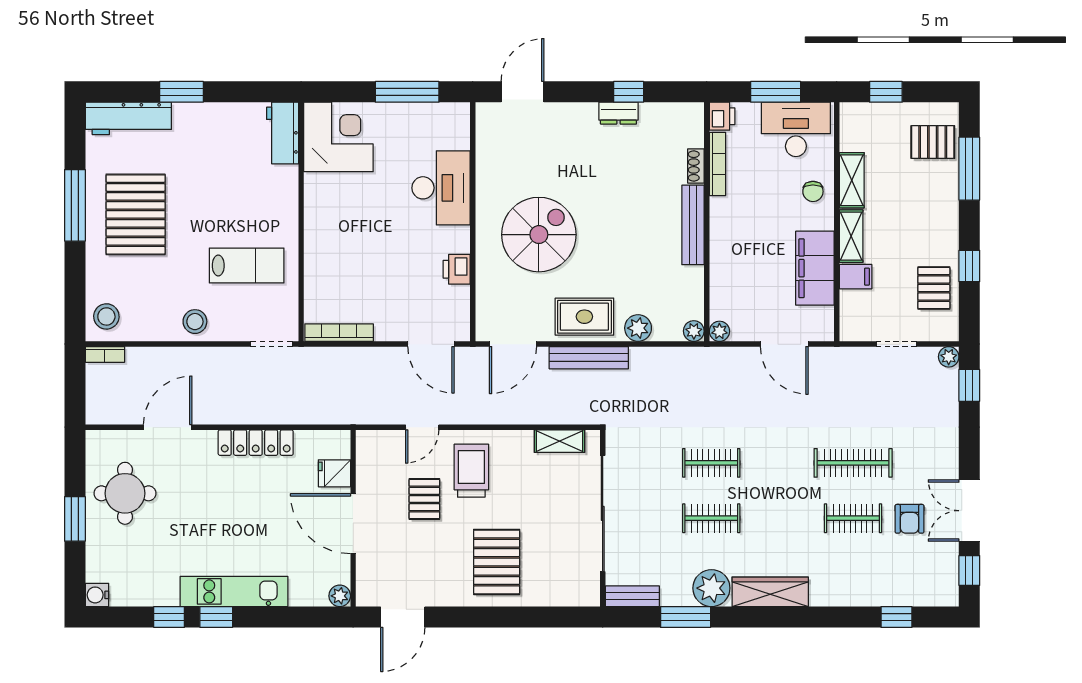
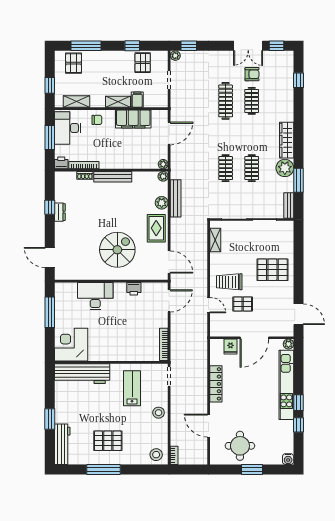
workbench: (283, 133) -> (82, 374), width x1.88, depth x1.32
shelving: (852, 180) -> (76, 102), moved
pallet: (136, 214) -> (108, 441), width x0.73, depth x0.71
spiral stairs: (539, 235) -> (117, 250), turned 90
pallet: (934, 288) -> (143, 63), turned 90
bench: (589, 358) -> (176, 198), moved
kitchen unit: (234, 591) -> (286, 385), width x1.36

